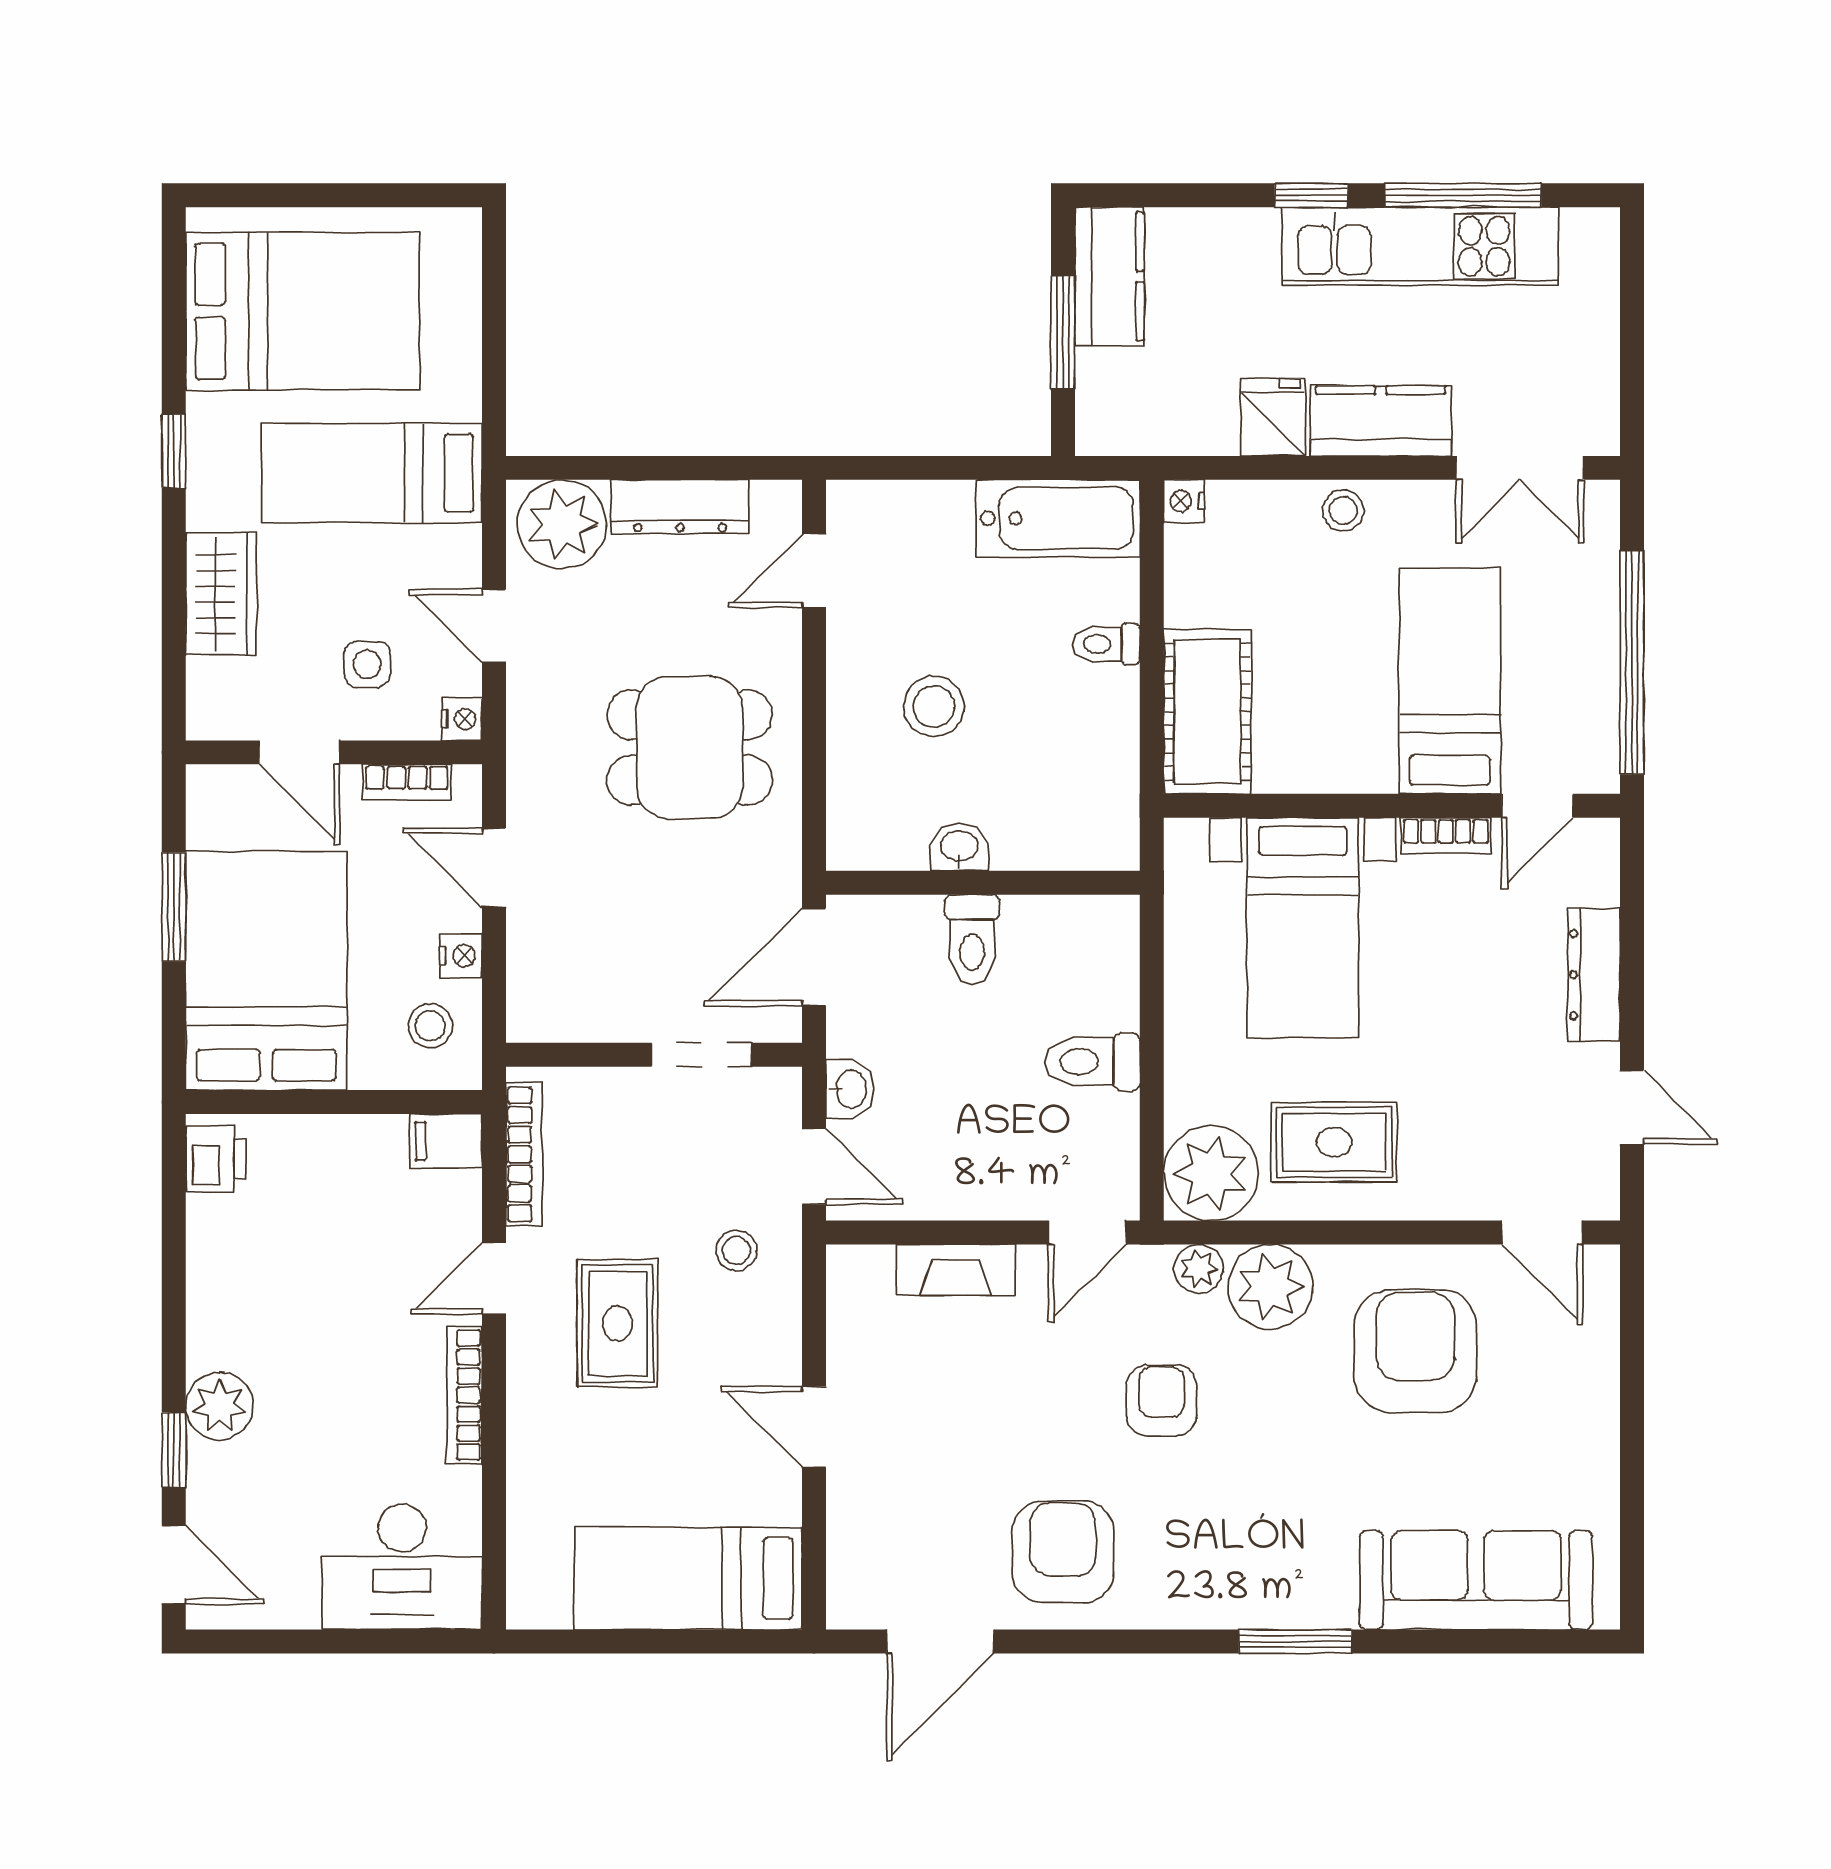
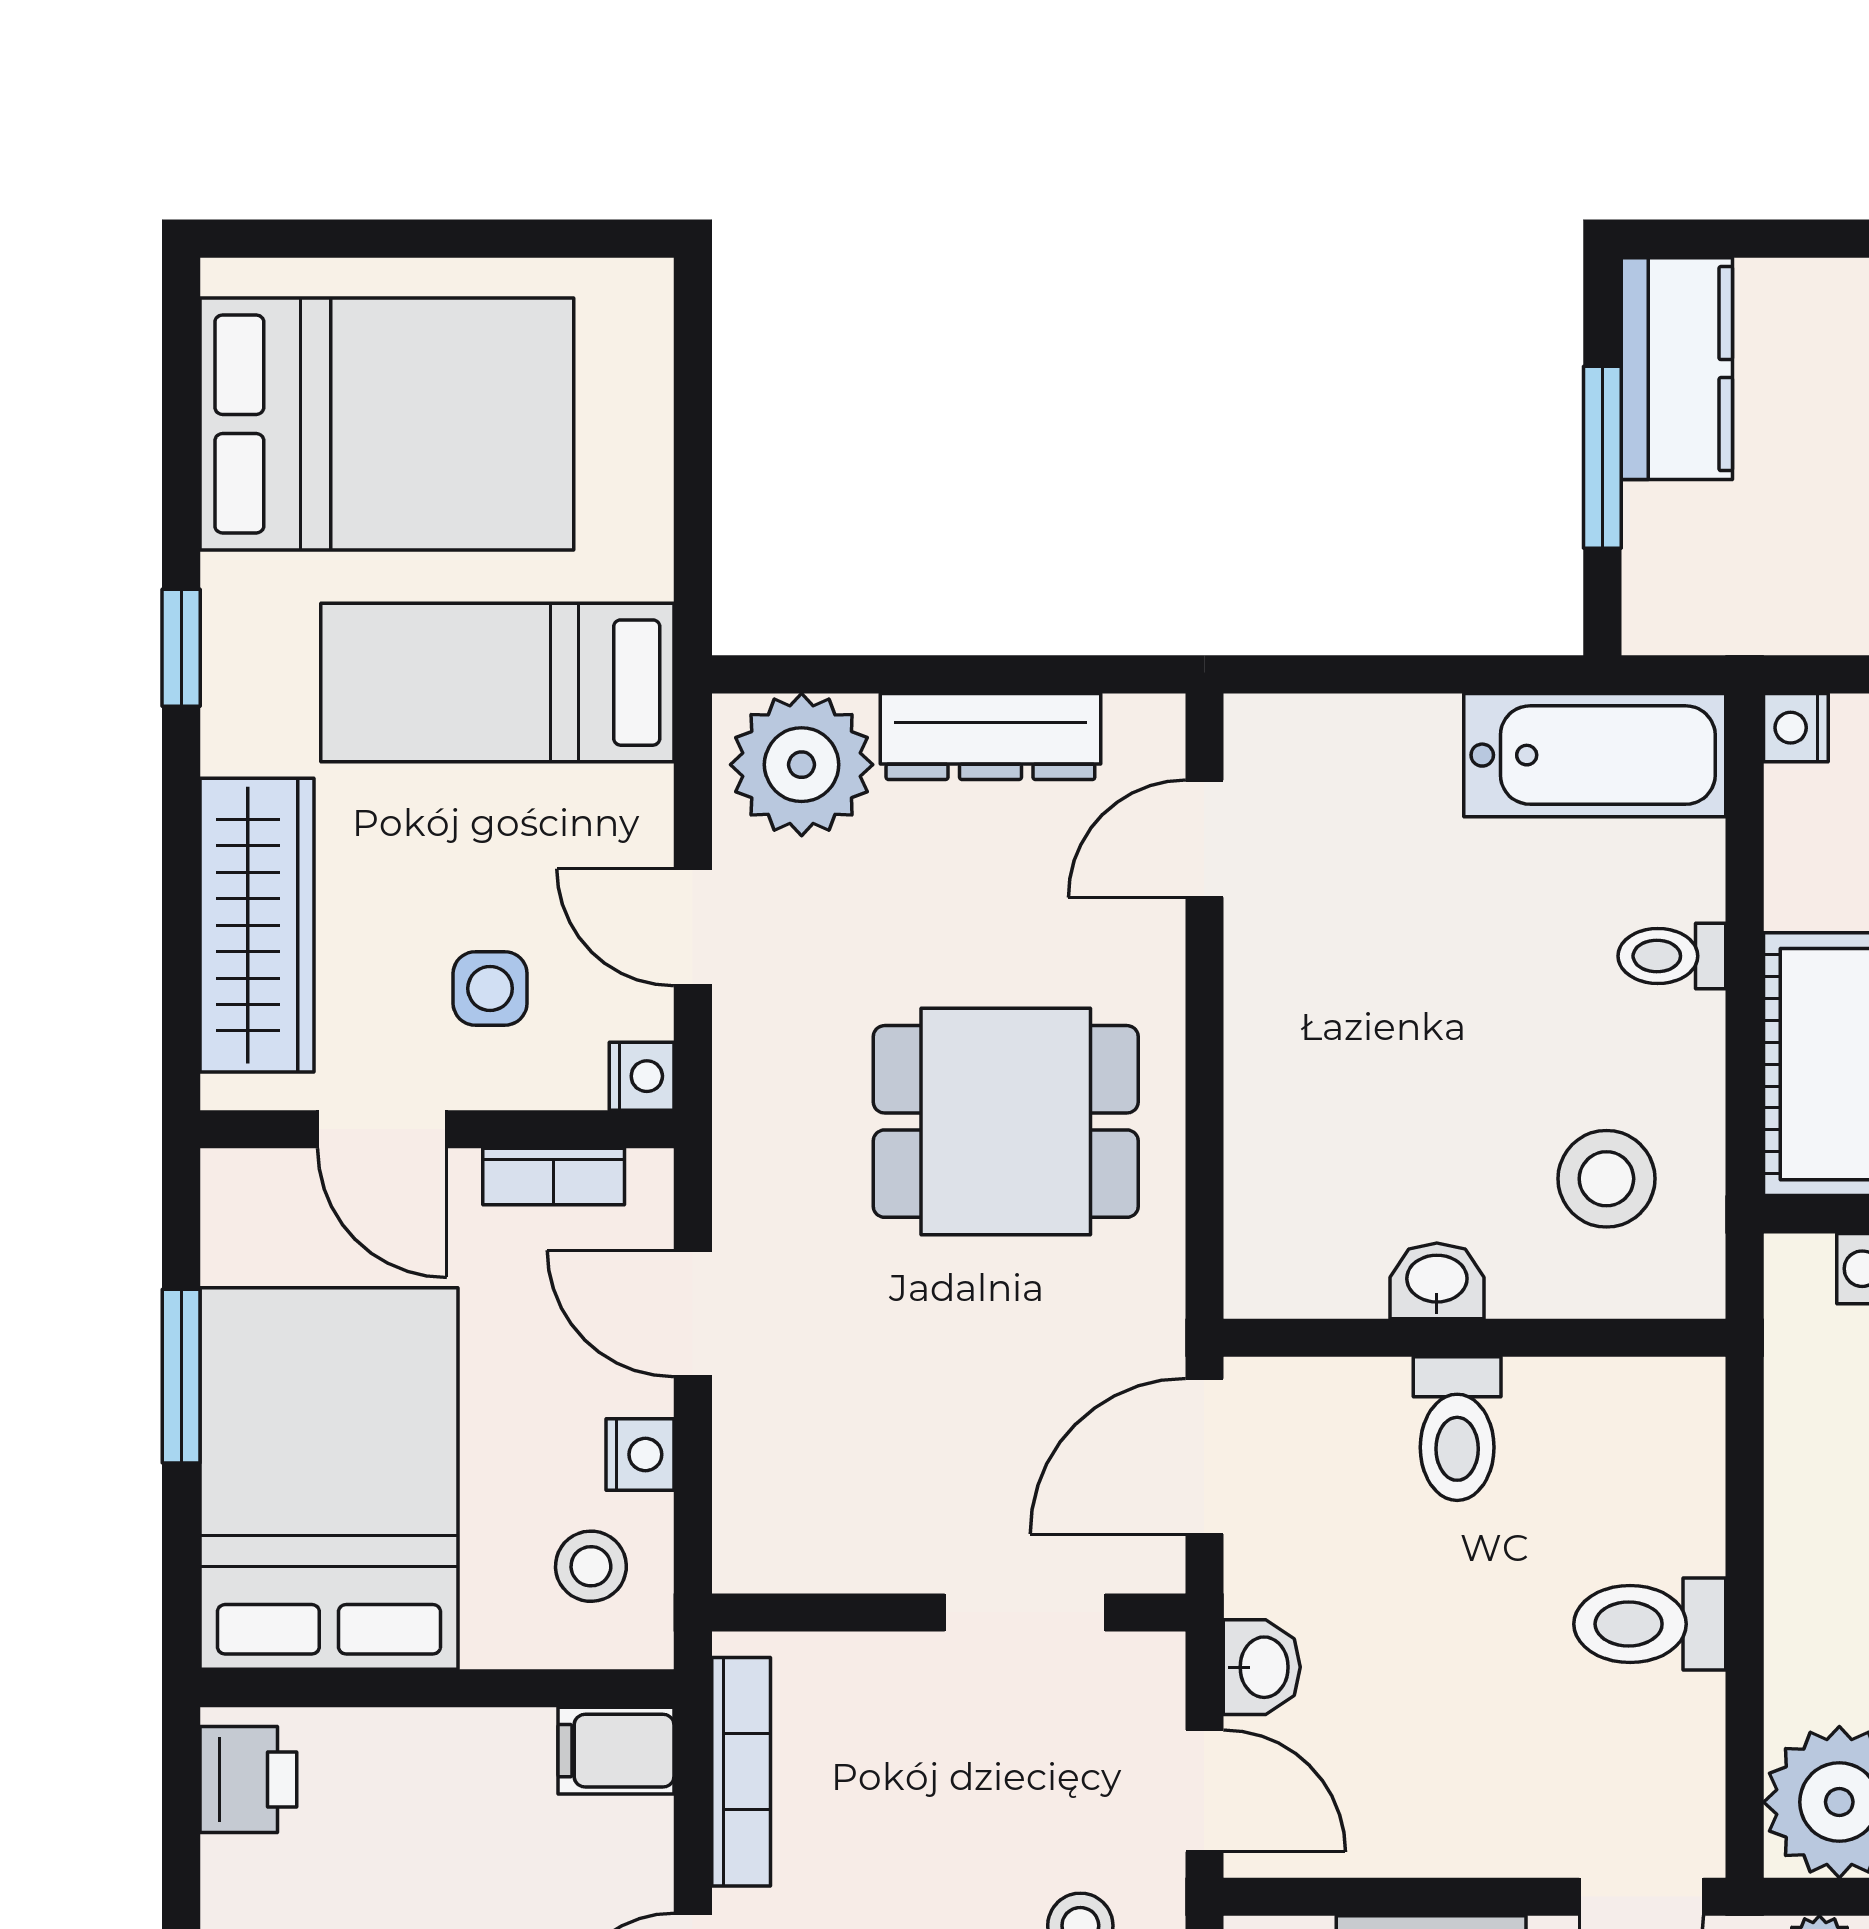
wardrobe: (221, 594) -> (257, 925), width x1.50
stool: (934, 706) -> (1606, 1179), moved

